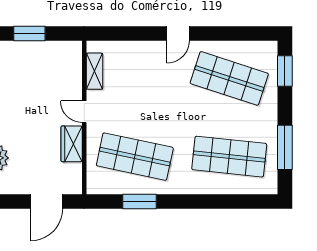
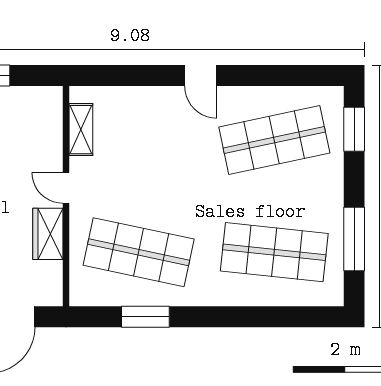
door: (178, 34) -> (201, 76), hinge flipped
shop shelf: (229, 78) -> (274, 140), turned -30

